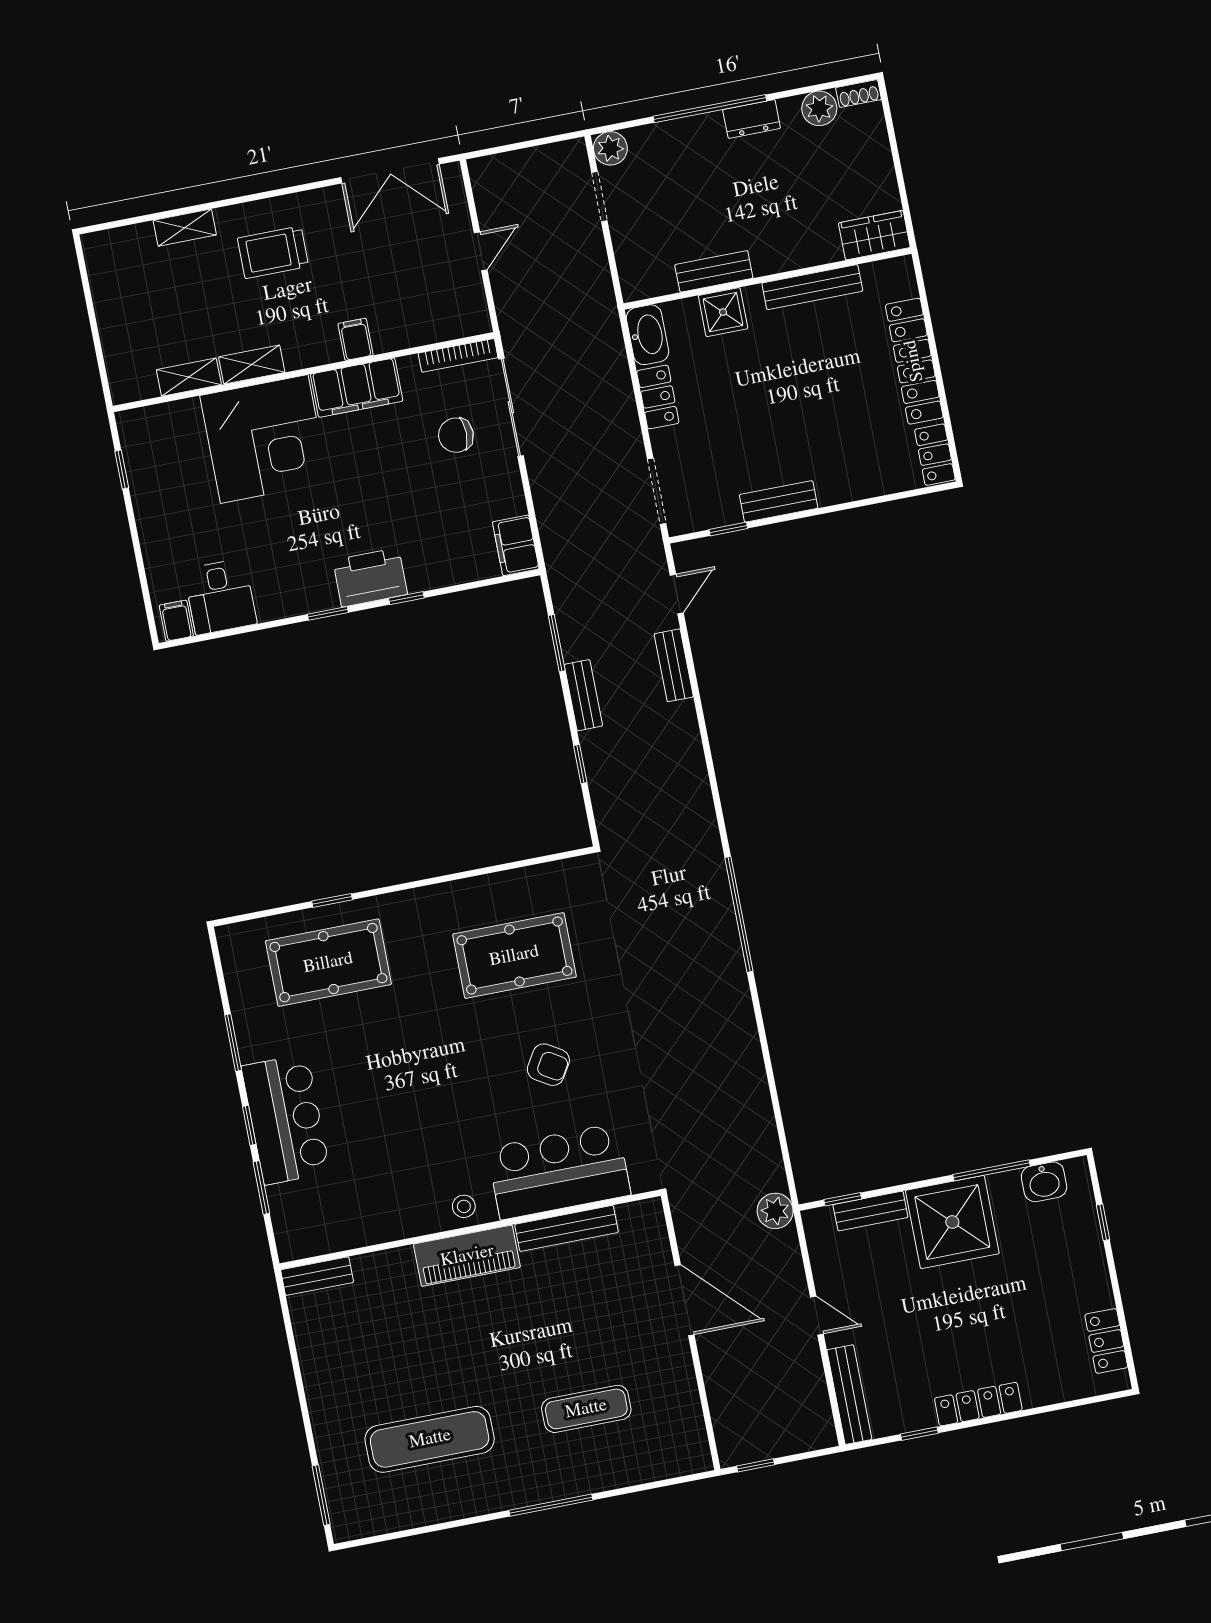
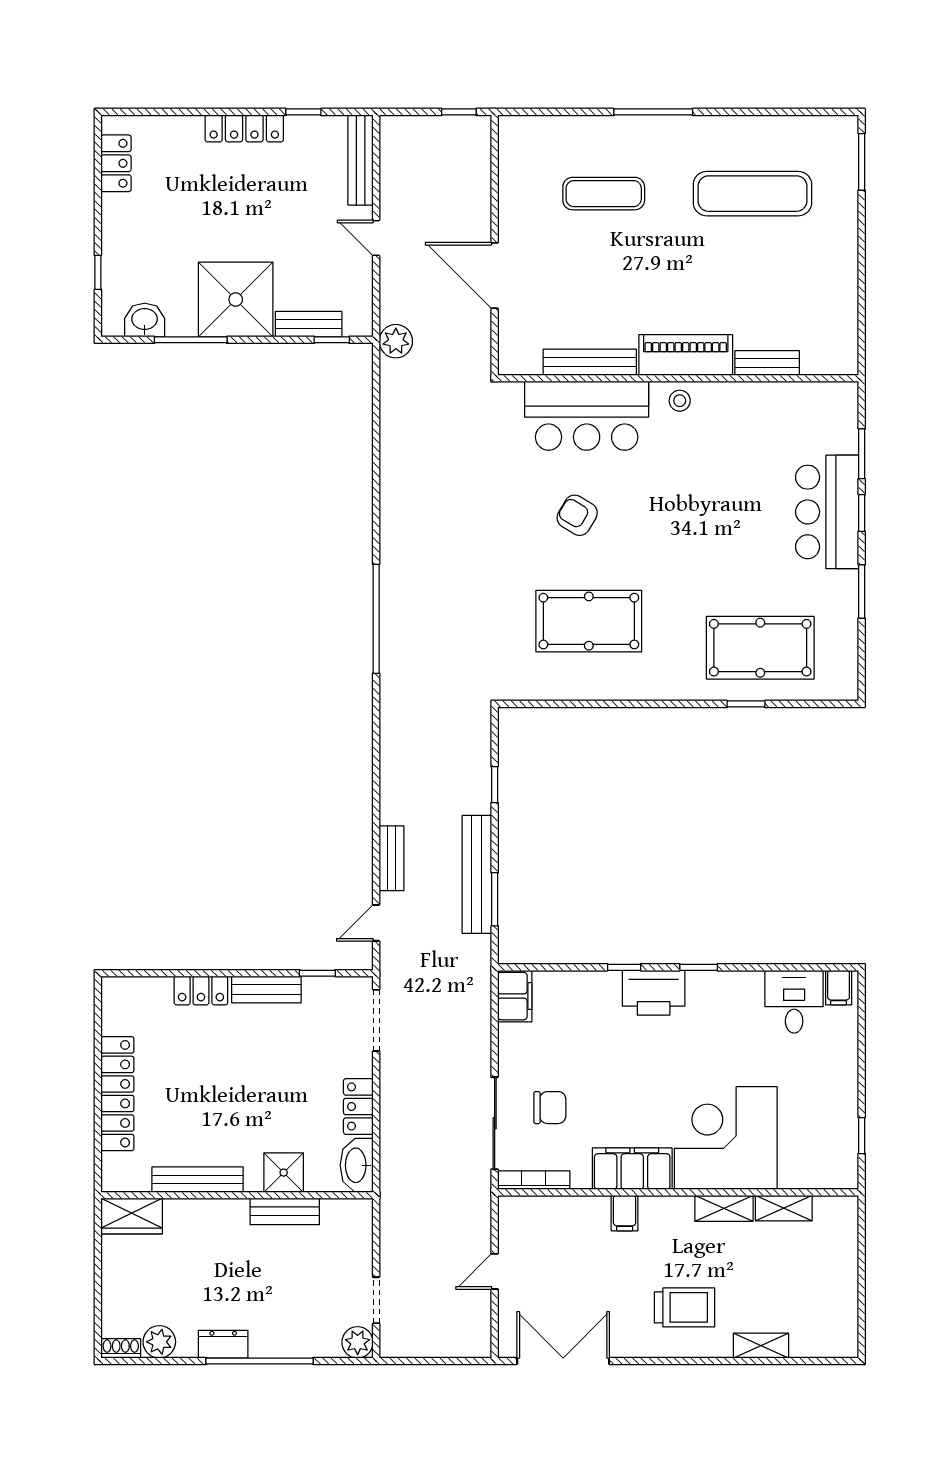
locker: (935, 455) -> (201, 991), moved, turned 90
bench: (583, 695) -> (477, 874), width x1.86, depth x1.21
bench: (317, 1276) -> (767, 363), moved

